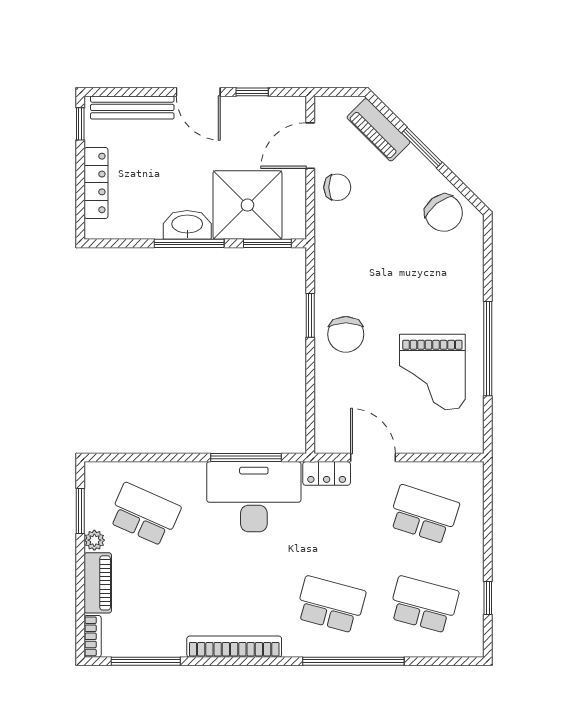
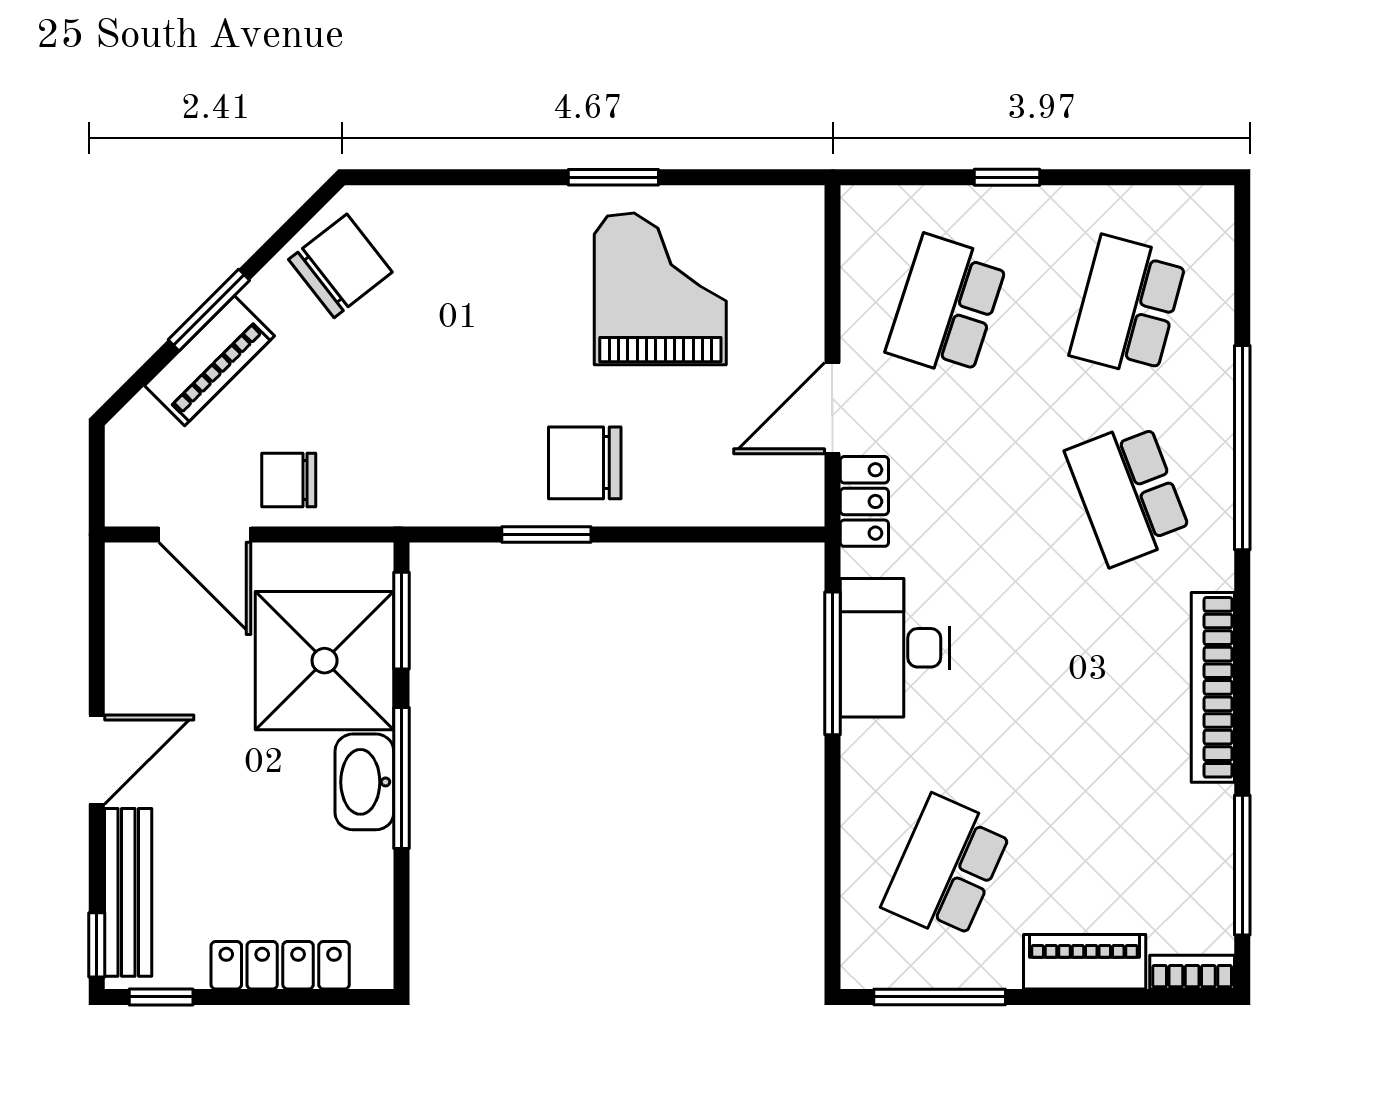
window: (252, 92) -> (97, 945), moved
piano: (378, 130) -> (209, 361), moved
chair: (337, 187) -> (289, 480), turned -90
chair: (346, 334) -> (585, 463), turned 180
window: (488, 349) -> (613, 177), width x0.47
grand piano: (432, 372) -> (660, 289), turned -90
desk: (254, 497) -> (895, 648), width x0.73, depth x0.77
window: (80, 511) -> (940, 997), width x1.44
plant: (94, 540) -> (999, 968), removed
window: (488, 598) -> (1007, 177), moved
school desk: (331, 605) -> (1128, 493), turned -36

